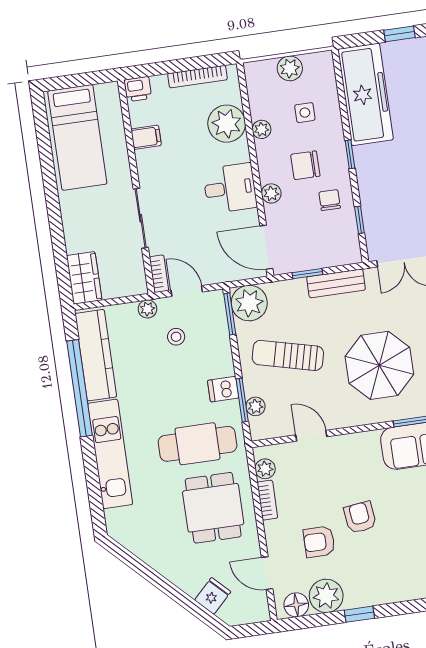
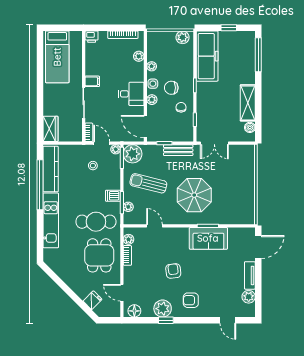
plant: (290, 68) -> (183, 37), moved
side table: (305, 113) -> (153, 84), moved
plant: (227, 124) -> (139, 56), width x0.53, depth x0.53
filing cabinet: (146, 137) -> (92, 81), moved
plant: (147, 309) -> (116, 149), moved
armchair: (319, 542) -> (191, 300), moved
plant: (326, 596) -> (163, 309), moved

